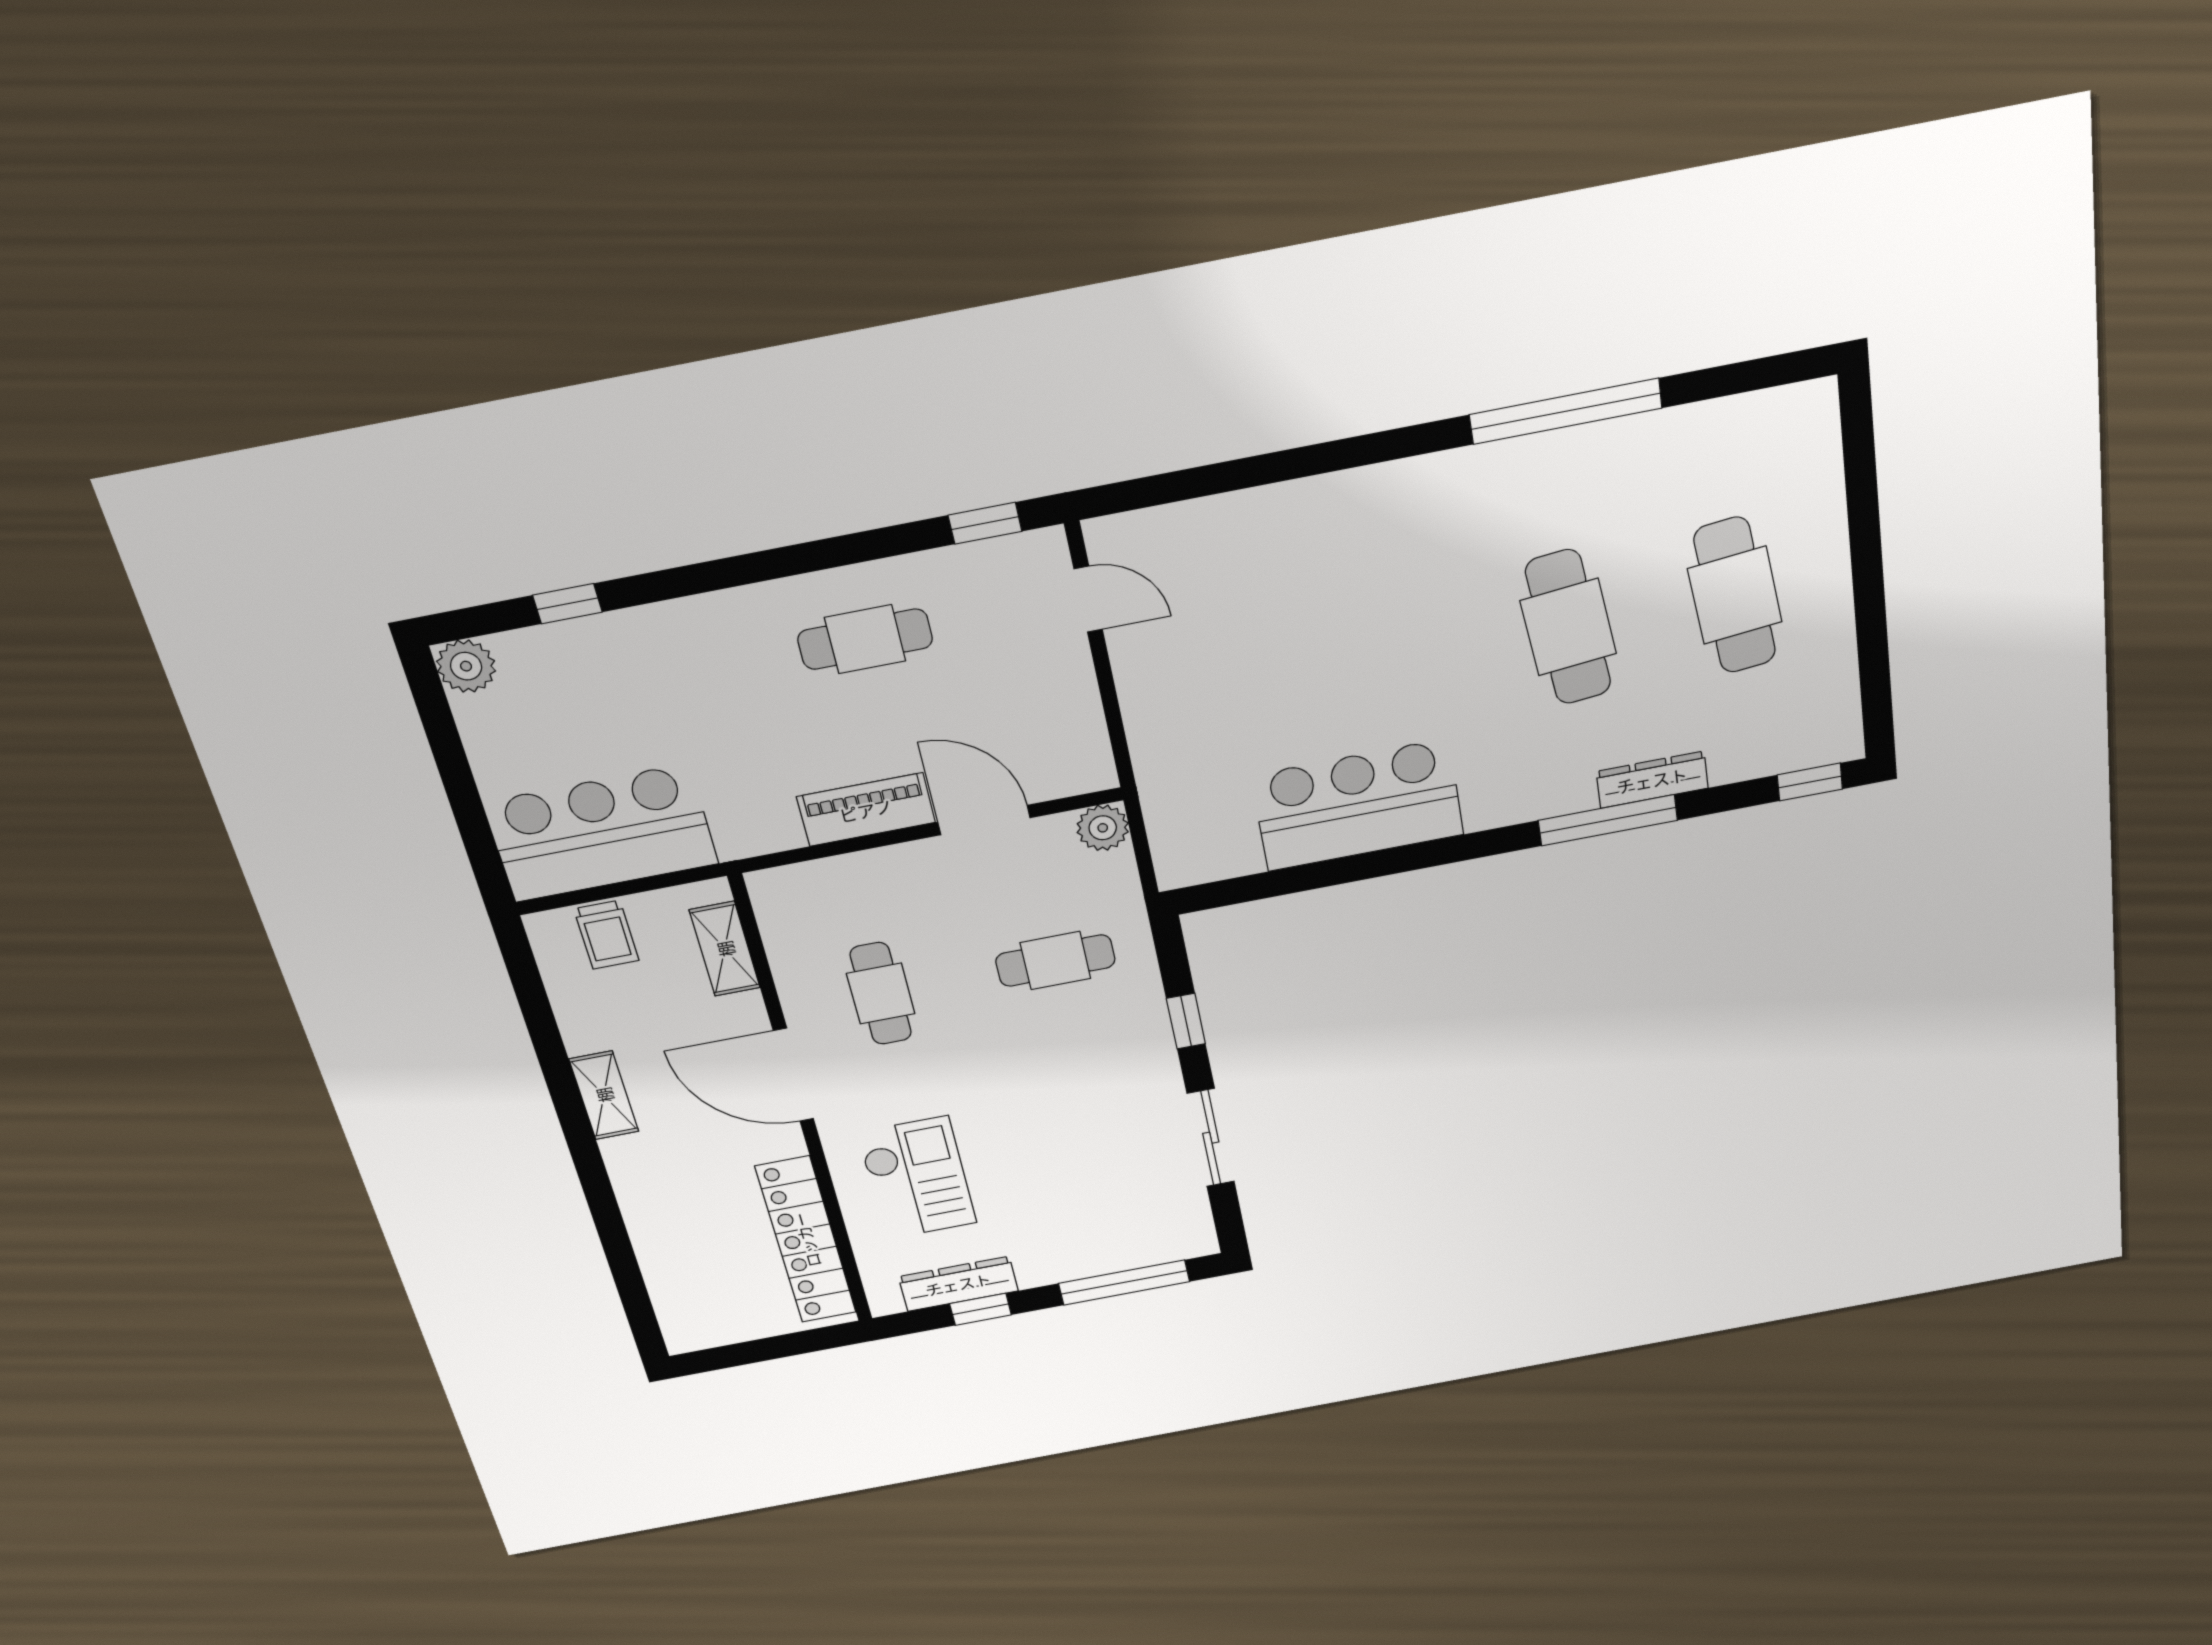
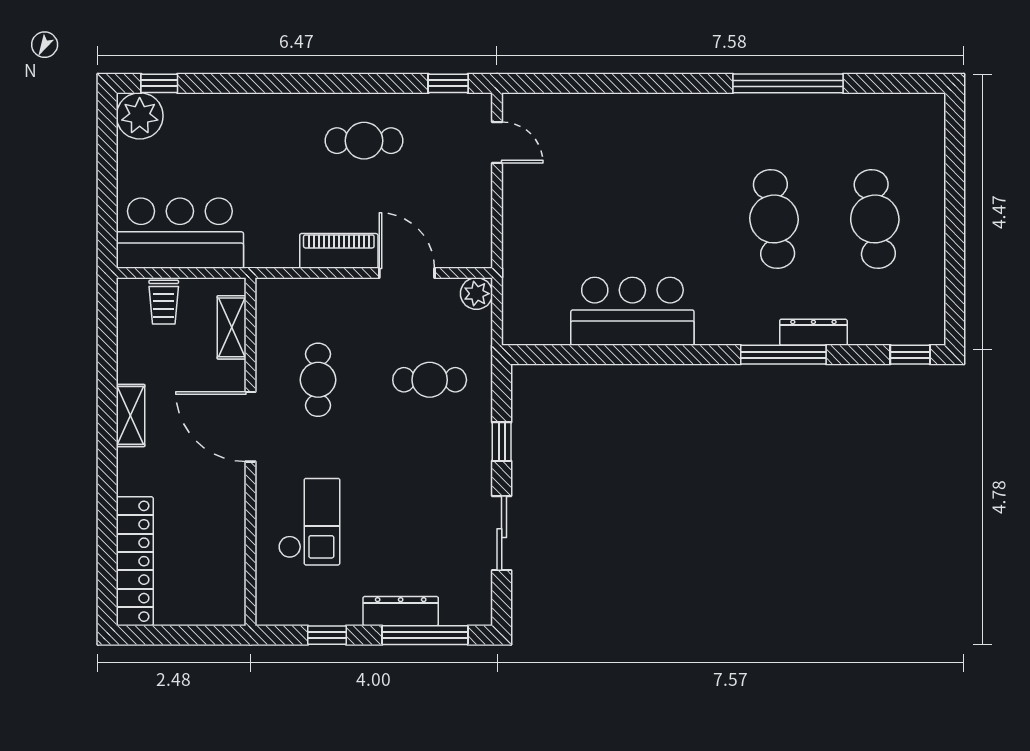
window: (567, 604) -> (159, 83), moved
plant: (466, 666) -> (140, 116), width x1.36, depth x1.36
locker: (806, 1240) -> (135, 561), moved, turned 180
dresser: (958, 1284) -> (401, 611), moved

